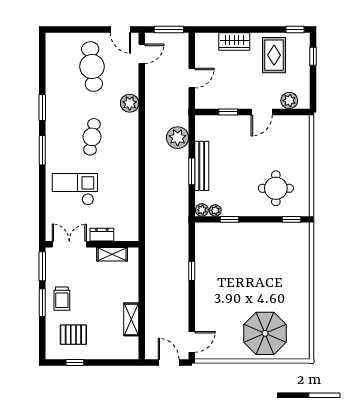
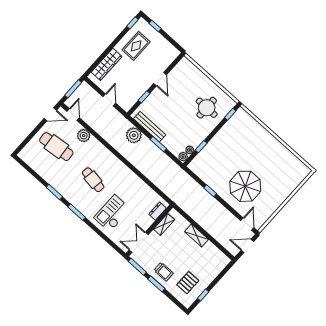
wardrobe: (234, 41) -> (107, 64), width x1.50
rug: (274, 55) -> (136, 46), turned 90
plant: (289, 101) -> (167, 59), removed
plant: (130, 103) -> (84, 136), moved
bench: (202, 166) -> (150, 127), moved
dresser: (102, 235) -> (157, 211), moved
shelving: (131, 319) -> (196, 236), moved
parasol: (265, 333) -> (245, 186), moved

